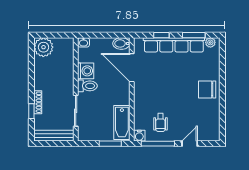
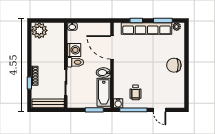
bidet: (121, 43) -> (103, 73), moved
door: (190, 144) -> (160, 110), swing flipped

